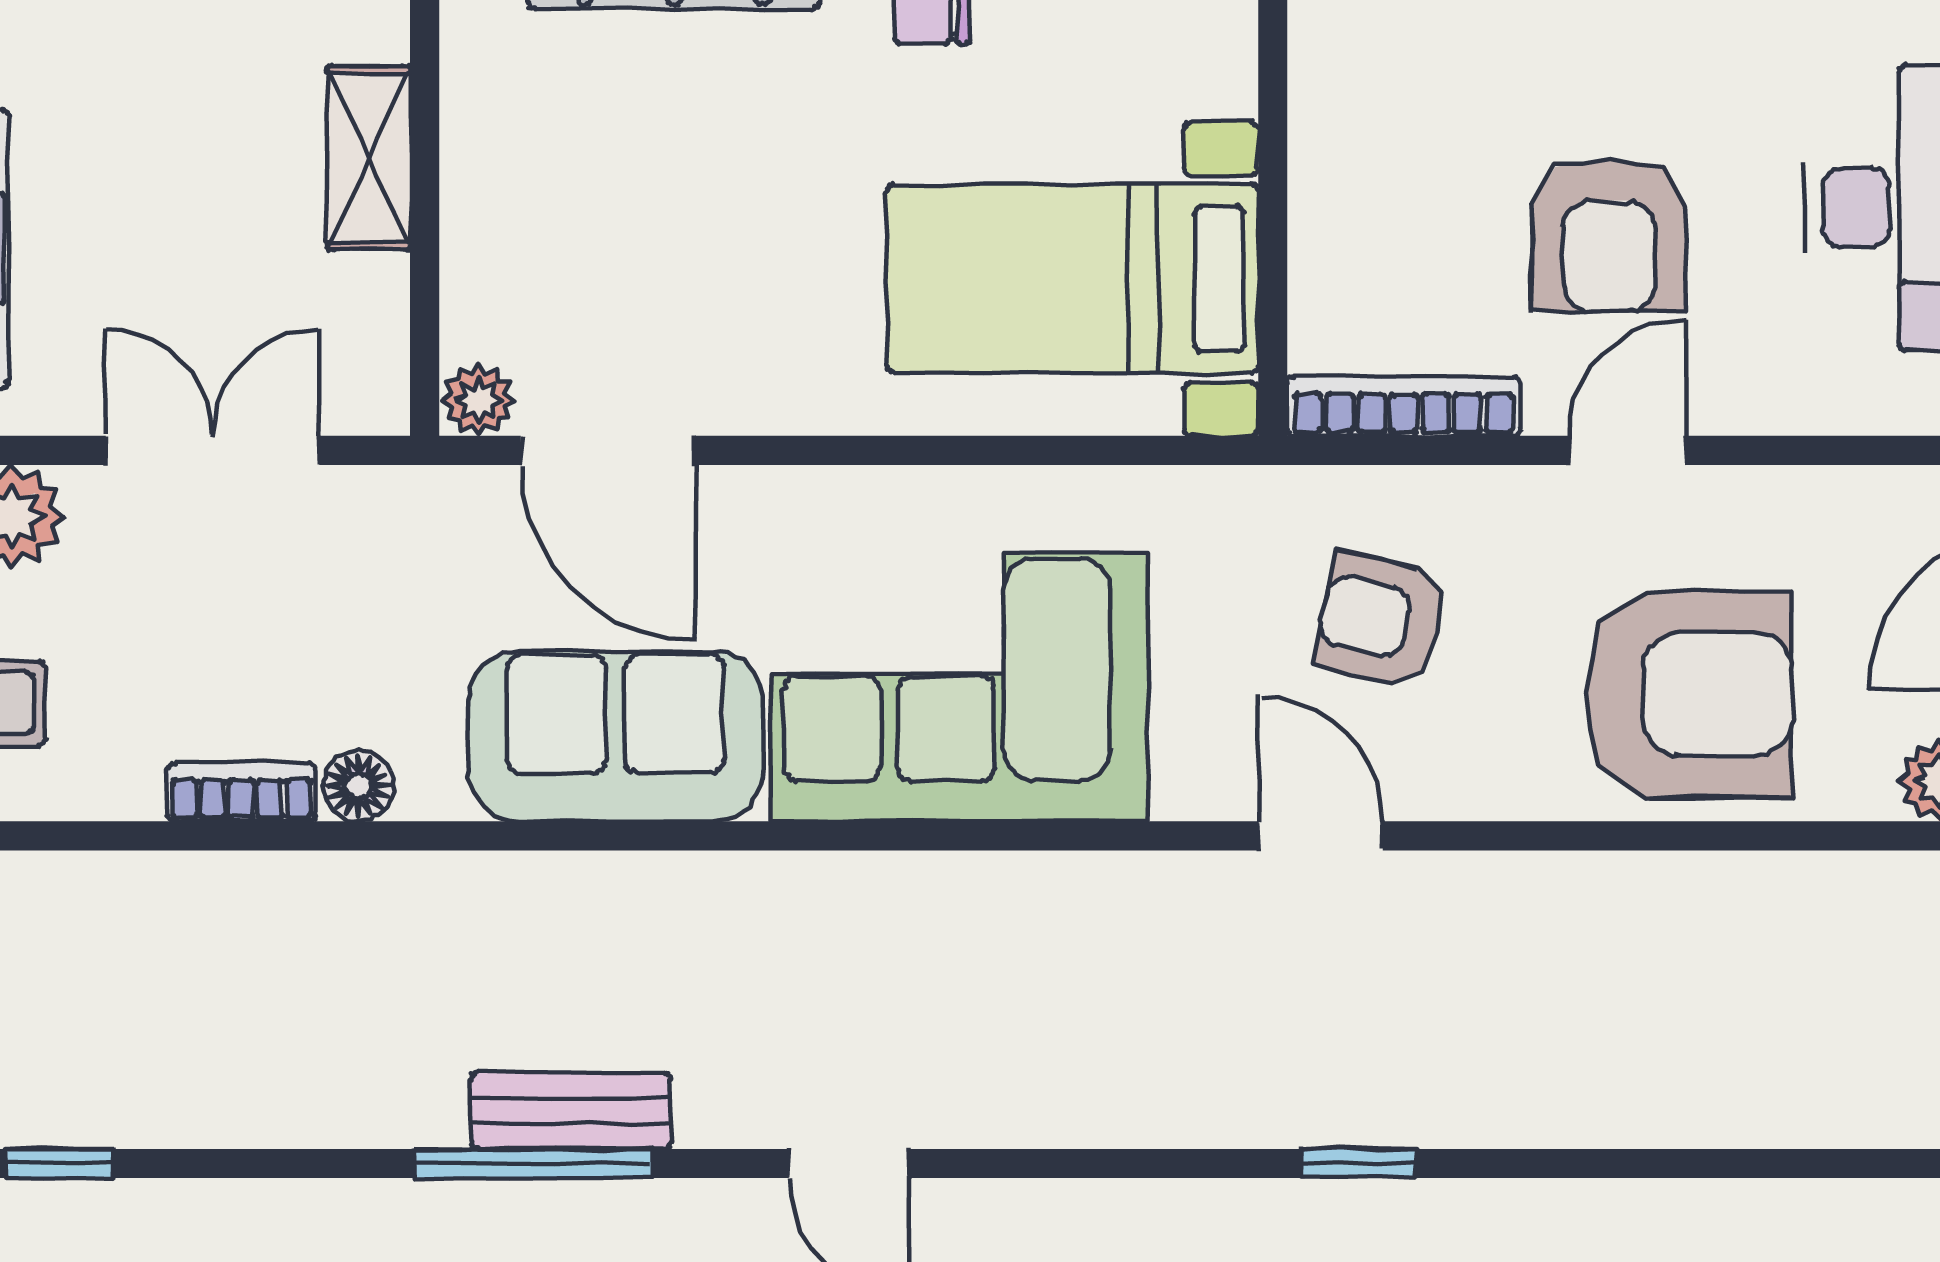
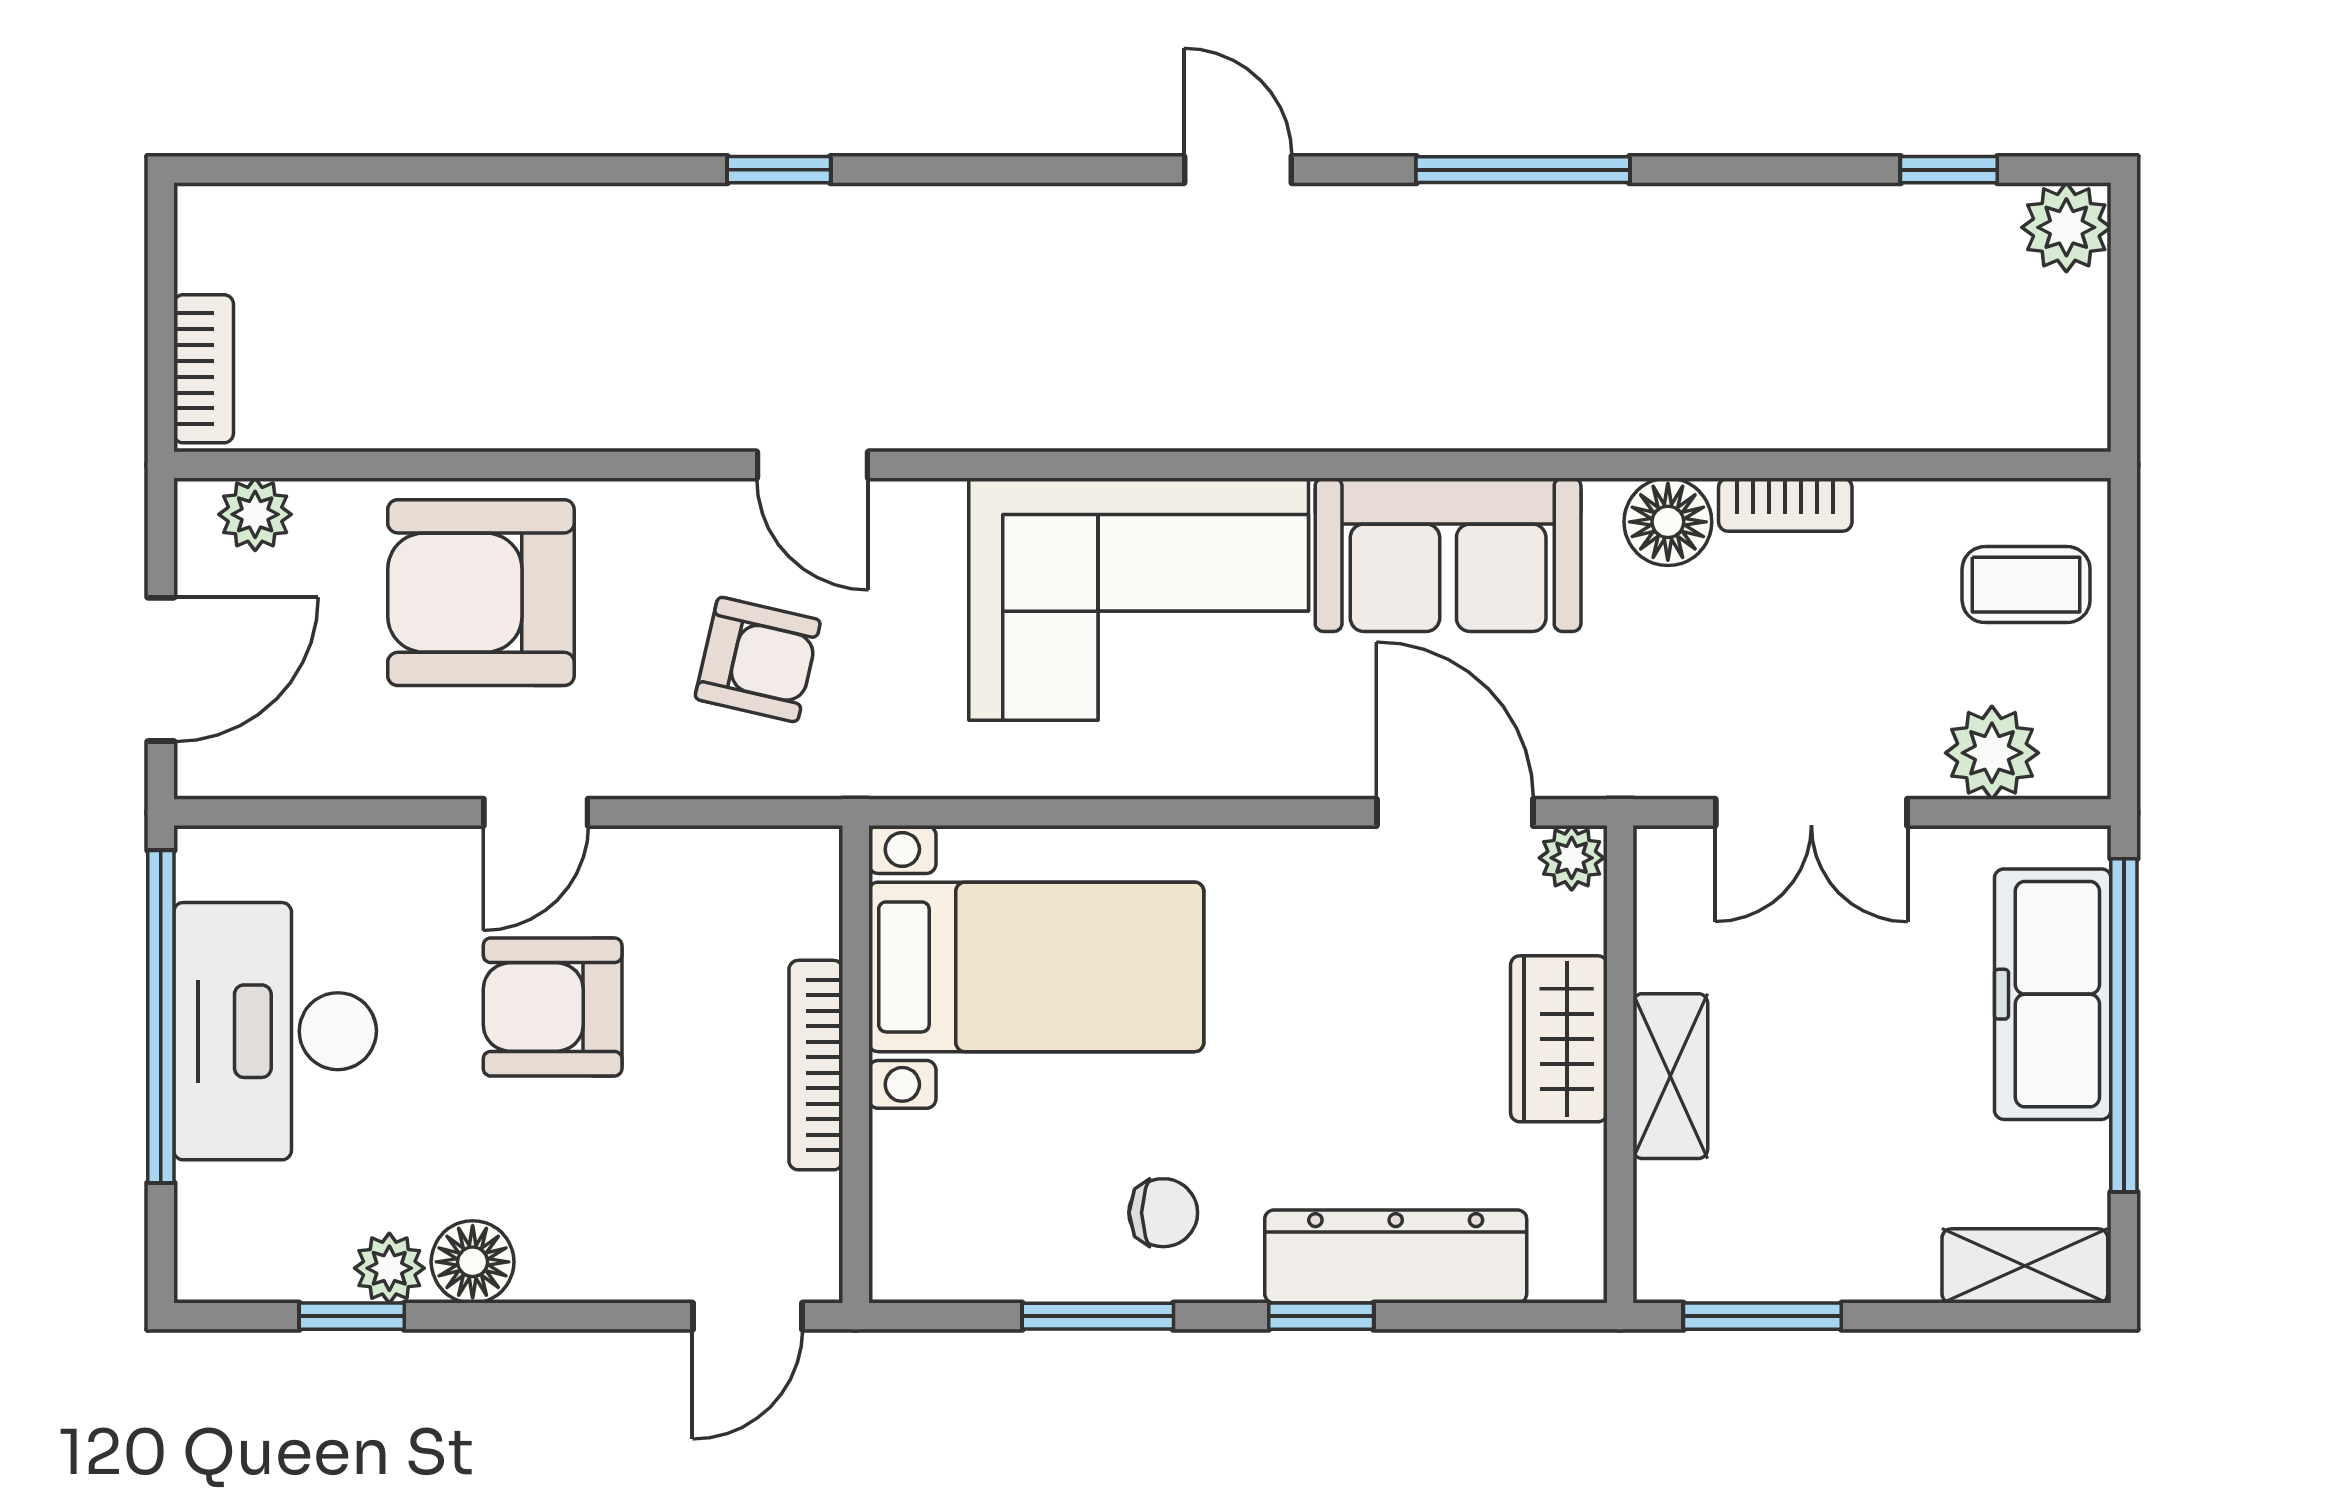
wardrobe: (493, 199) -> (1559, 1039), added
armchair: (1609, 234) -> (553, 1007), turned -90
bookcase: (1404, 406) -> (816, 1065), moved, turned 90
floor lamp: (358, 786) -> (1668, 522), width x1.37, depth x1.37
bench: (571, 1111) -> (1488, 217), removed

